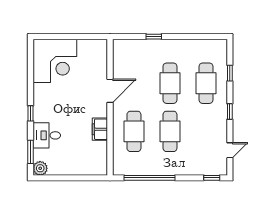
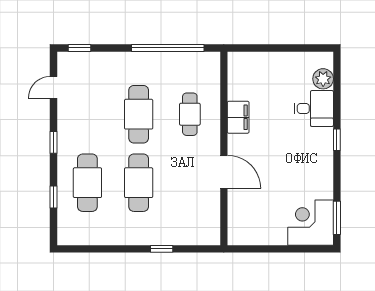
corner desk: (55, 61) -> (311, 223), width x0.74, depth x0.74
door: (110, 91) -> (224, 172), swing flipped
cafe table: (134, 131) -> (190, 114), width x0.73, depth x0.74
window: (30, 152) -> (337, 218), moved
plant: (40, 168) -> (323, 79), moved

